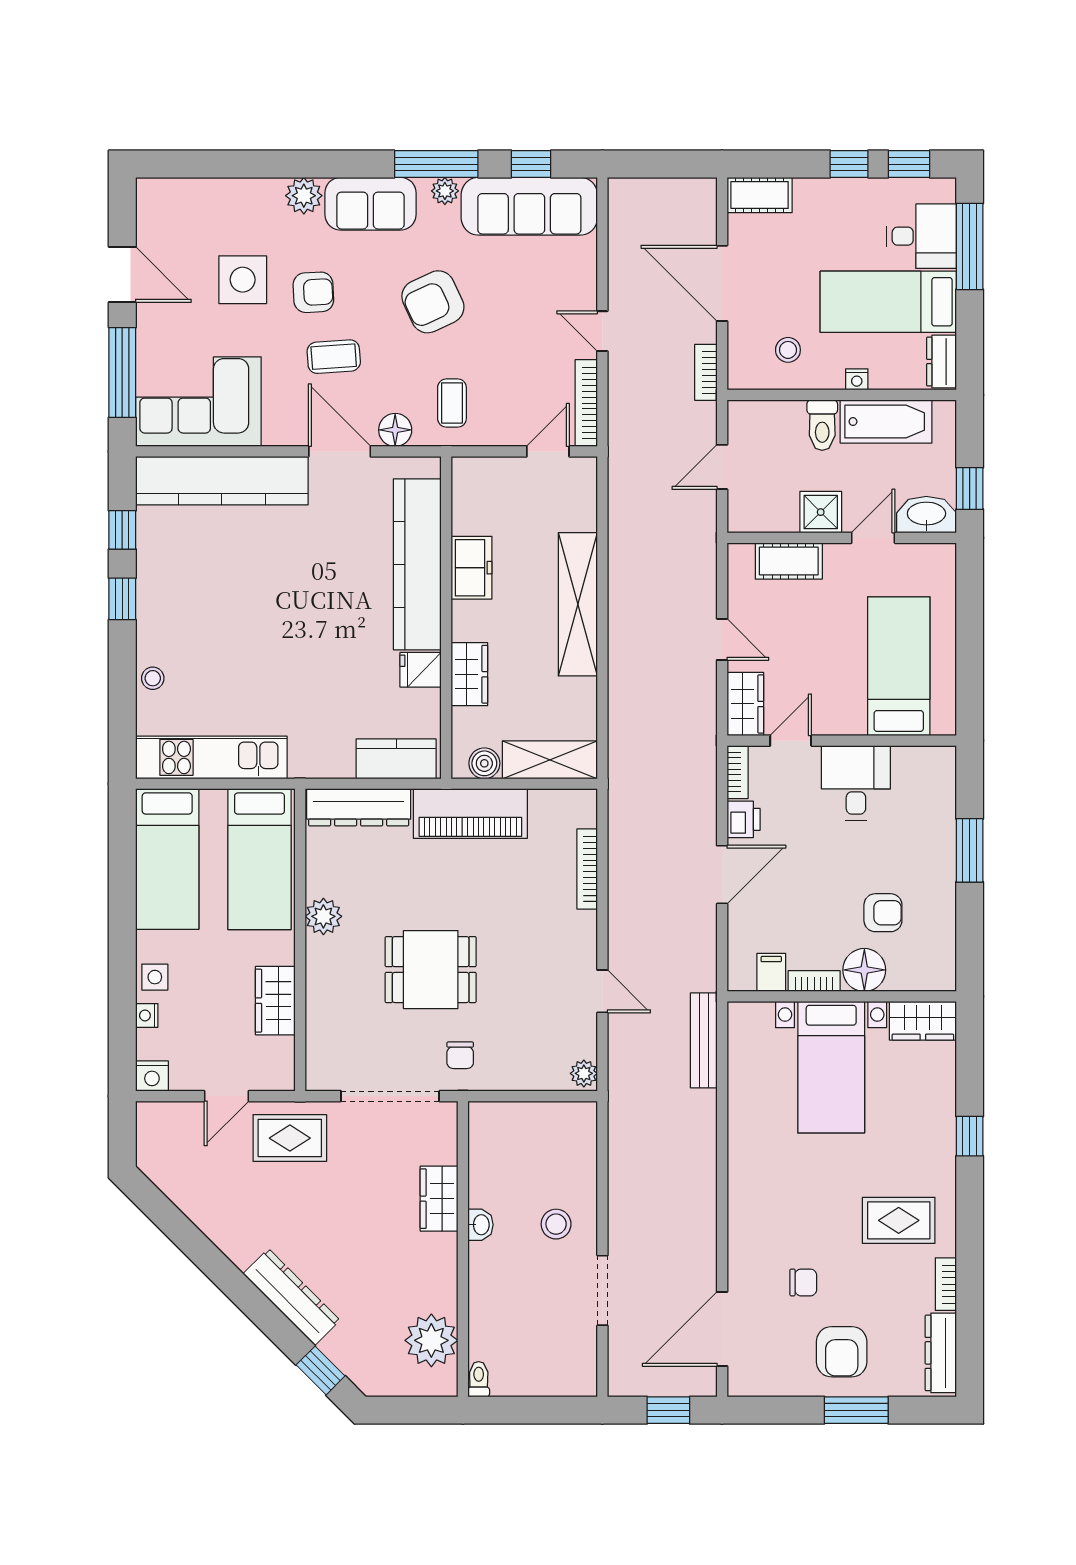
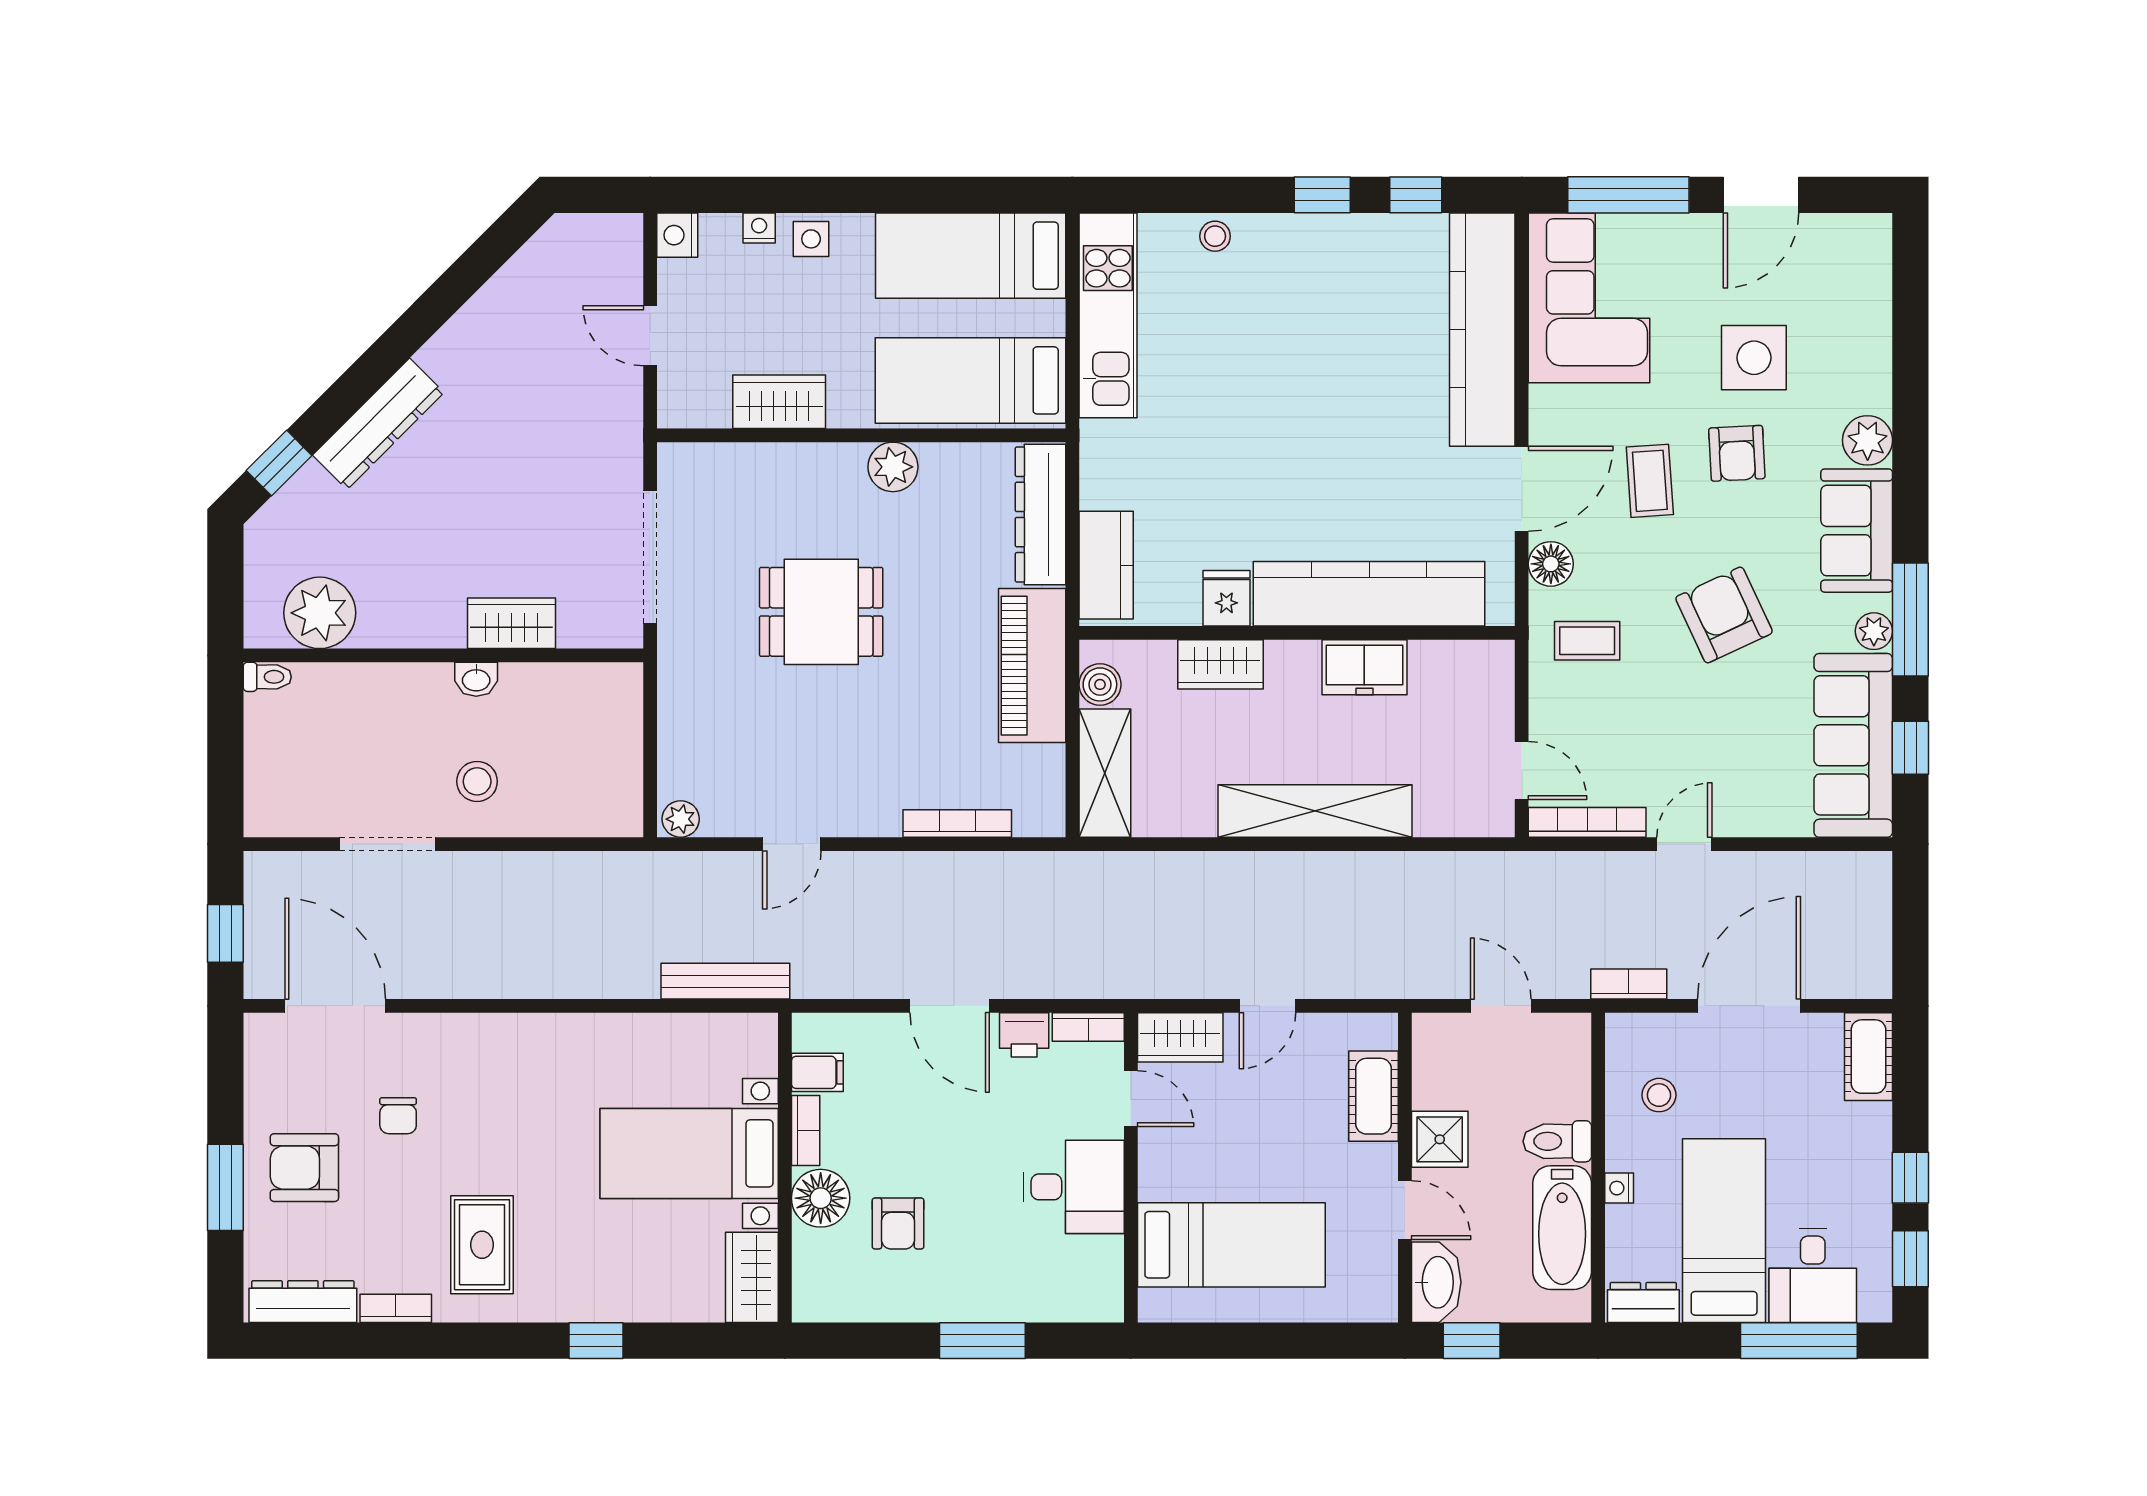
dining table: (431, 970) -> (821, 612), turned 90
chair: (460, 1055) -> (705, 652), removed
rug: (290, 1138) -> (593, 422), removed

